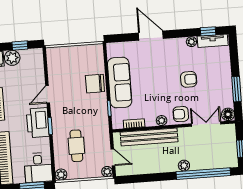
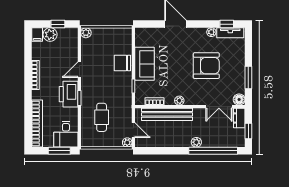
armchair: (189, 79) -> (206, 66), width x1.88, depth x1.88
sofa: (120, 83) -> (144, 64), width x0.73
armchair: (181, 114) -> (197, 96), removed
double door: (206, 124) -> (219, 107), swing flipped
dresser: (230, 135) -> (239, 118), added
plant: (61, 175) -> (86, 33), moved

